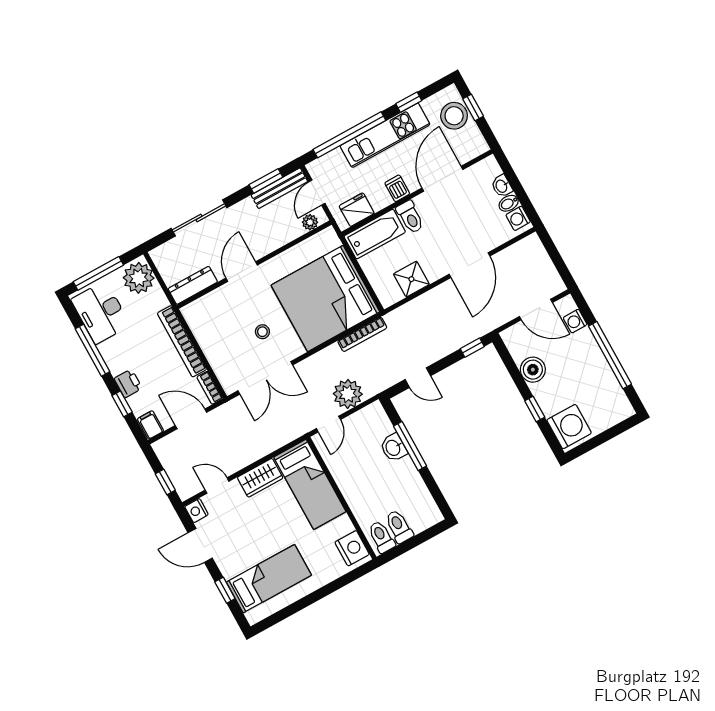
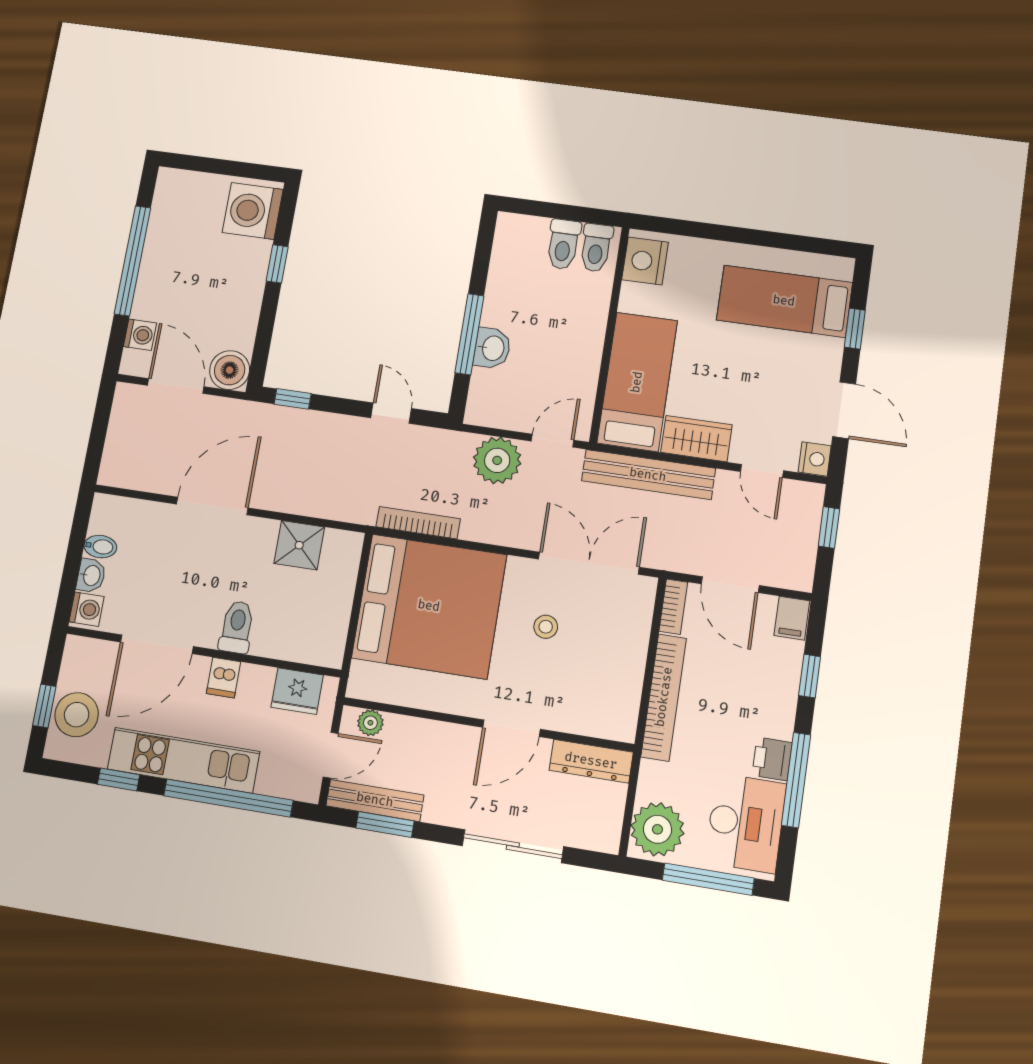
washing machine: (518, 218) -> (87, 609), moved
bathtub: (375, 234) -> (299, 641), removed
boiler: (533, 370) -> (230, 370), moved
printer: (128, 383) -> (772, 759), moved
bench: (270, 443) -> (648, 475), added

